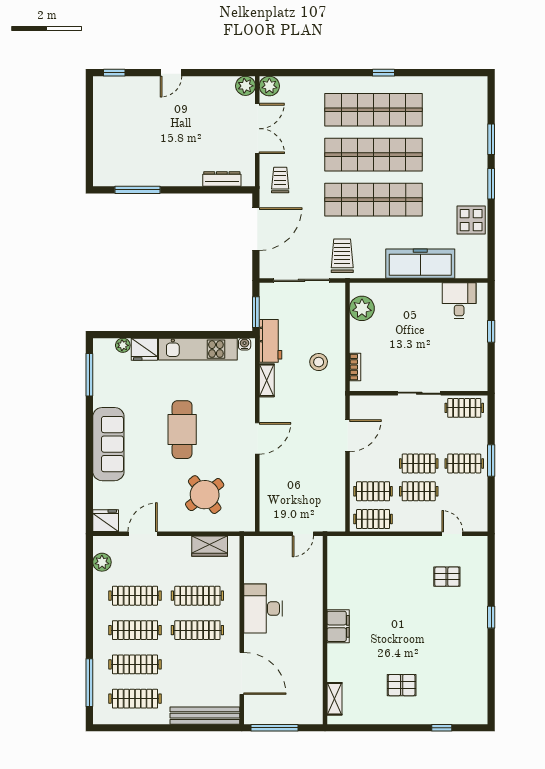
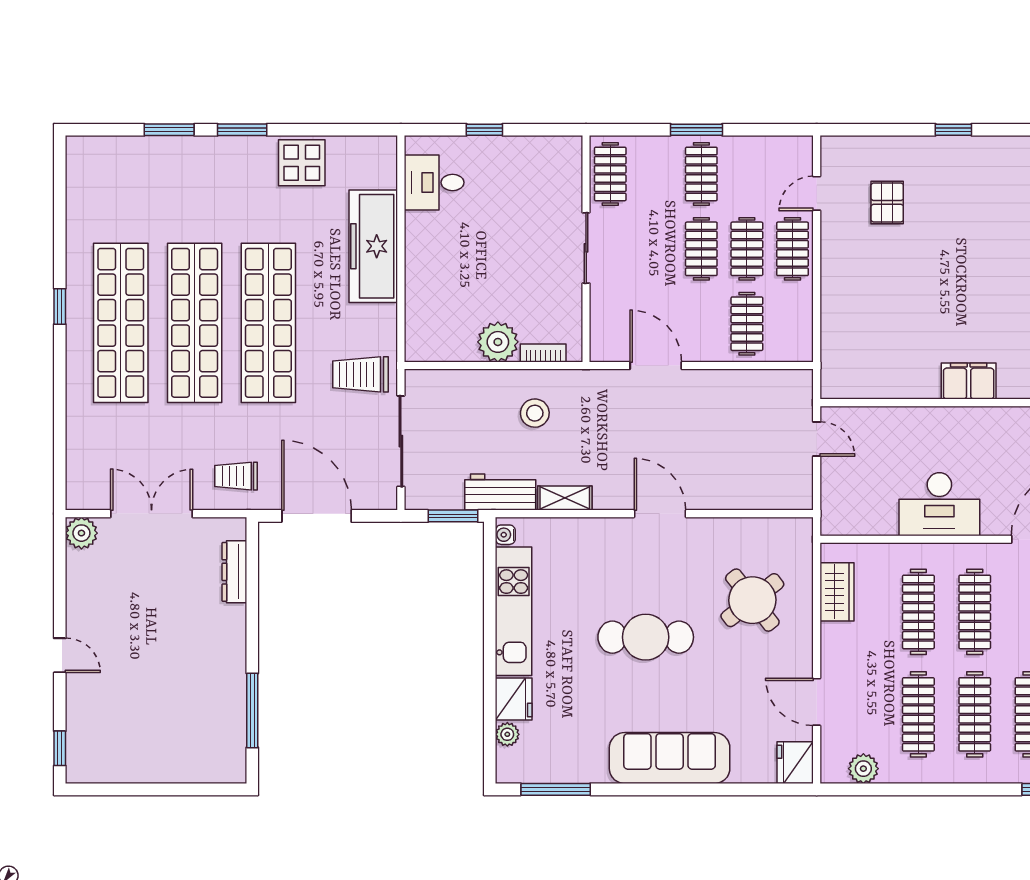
plant: (269, 86) -> (82, 494), removed
plant: (362, 308) -> (498, 342), moved
clothes rail: (373, 519) -> (792, 249), moved

